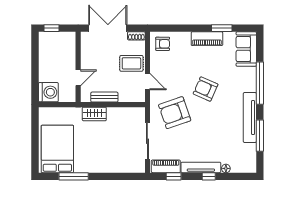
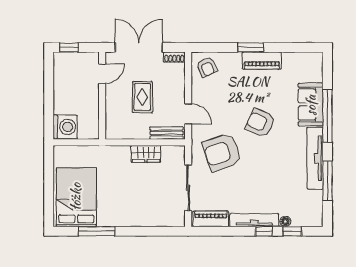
window: (222, 28) -> (251, 47), moved
armchair: (163, 44) -> (207, 67), turned 68
sofa: (246, 49) -> (311, 105), moved
rug: (131, 63) -> (142, 97), moved, turned 90
door: (78, 78) -> (102, 74), moved
bench: (104, 97) -> (167, 133), moved
wardrobe: (94, 114) -> (146, 154), moved
window: (174, 176) -> (292, 231), moved

